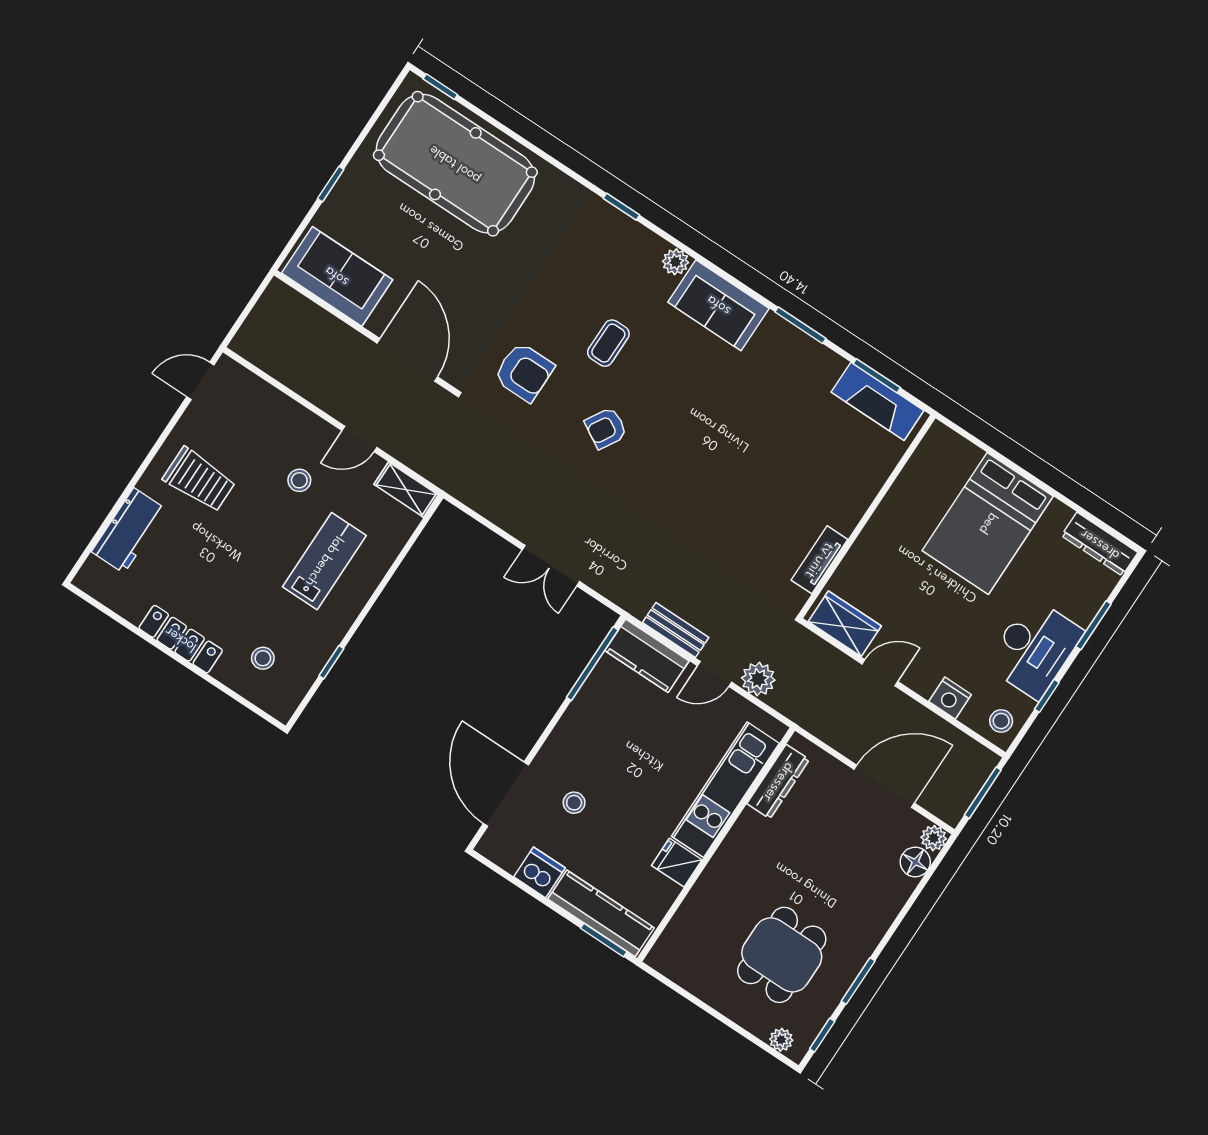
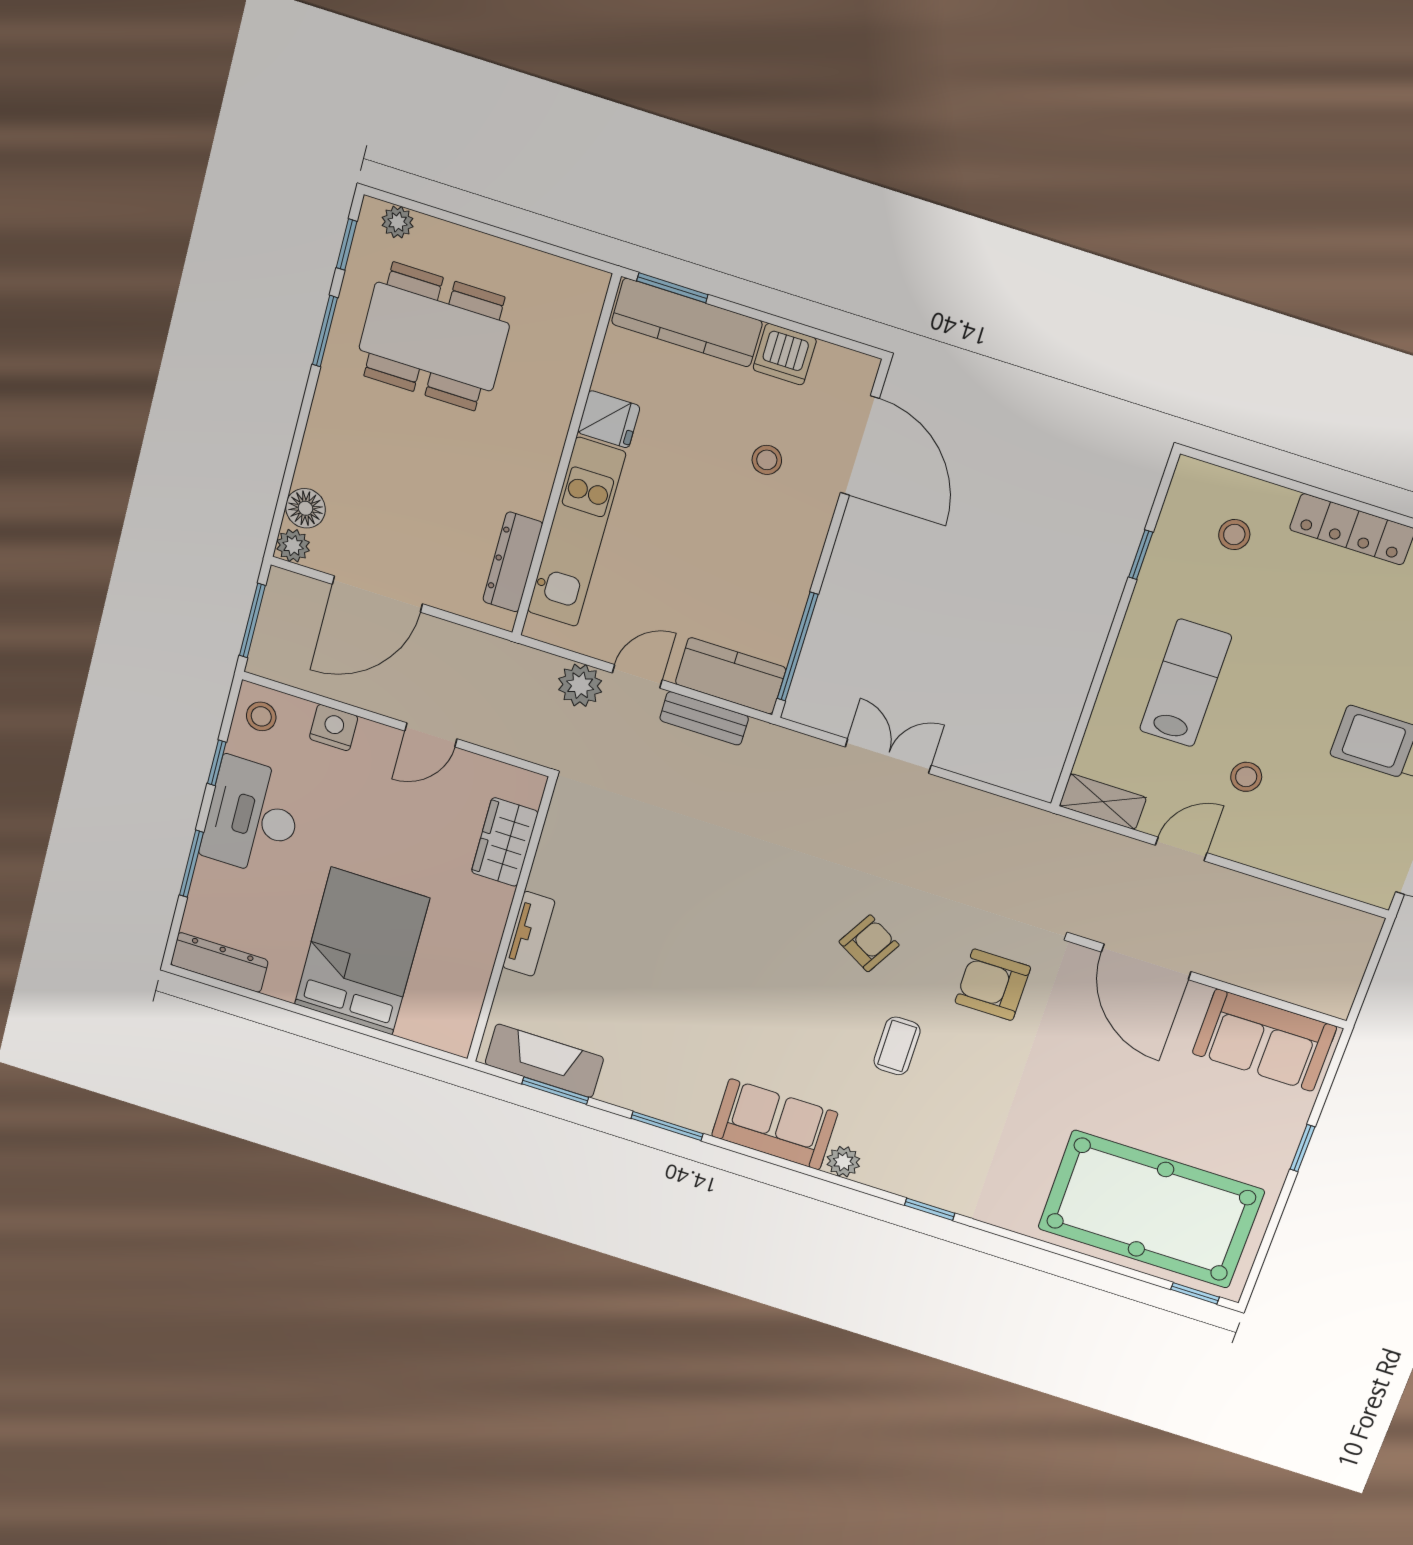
tv unit: (819, 560) -> (529, 934), moved
lab bench: (324, 561) -> (1186, 683), turned 180
wardrobe: (845, 624) -> (505, 842), moved, turned 90
dining table: (782, 955) -> (434, 337), width x1.37

